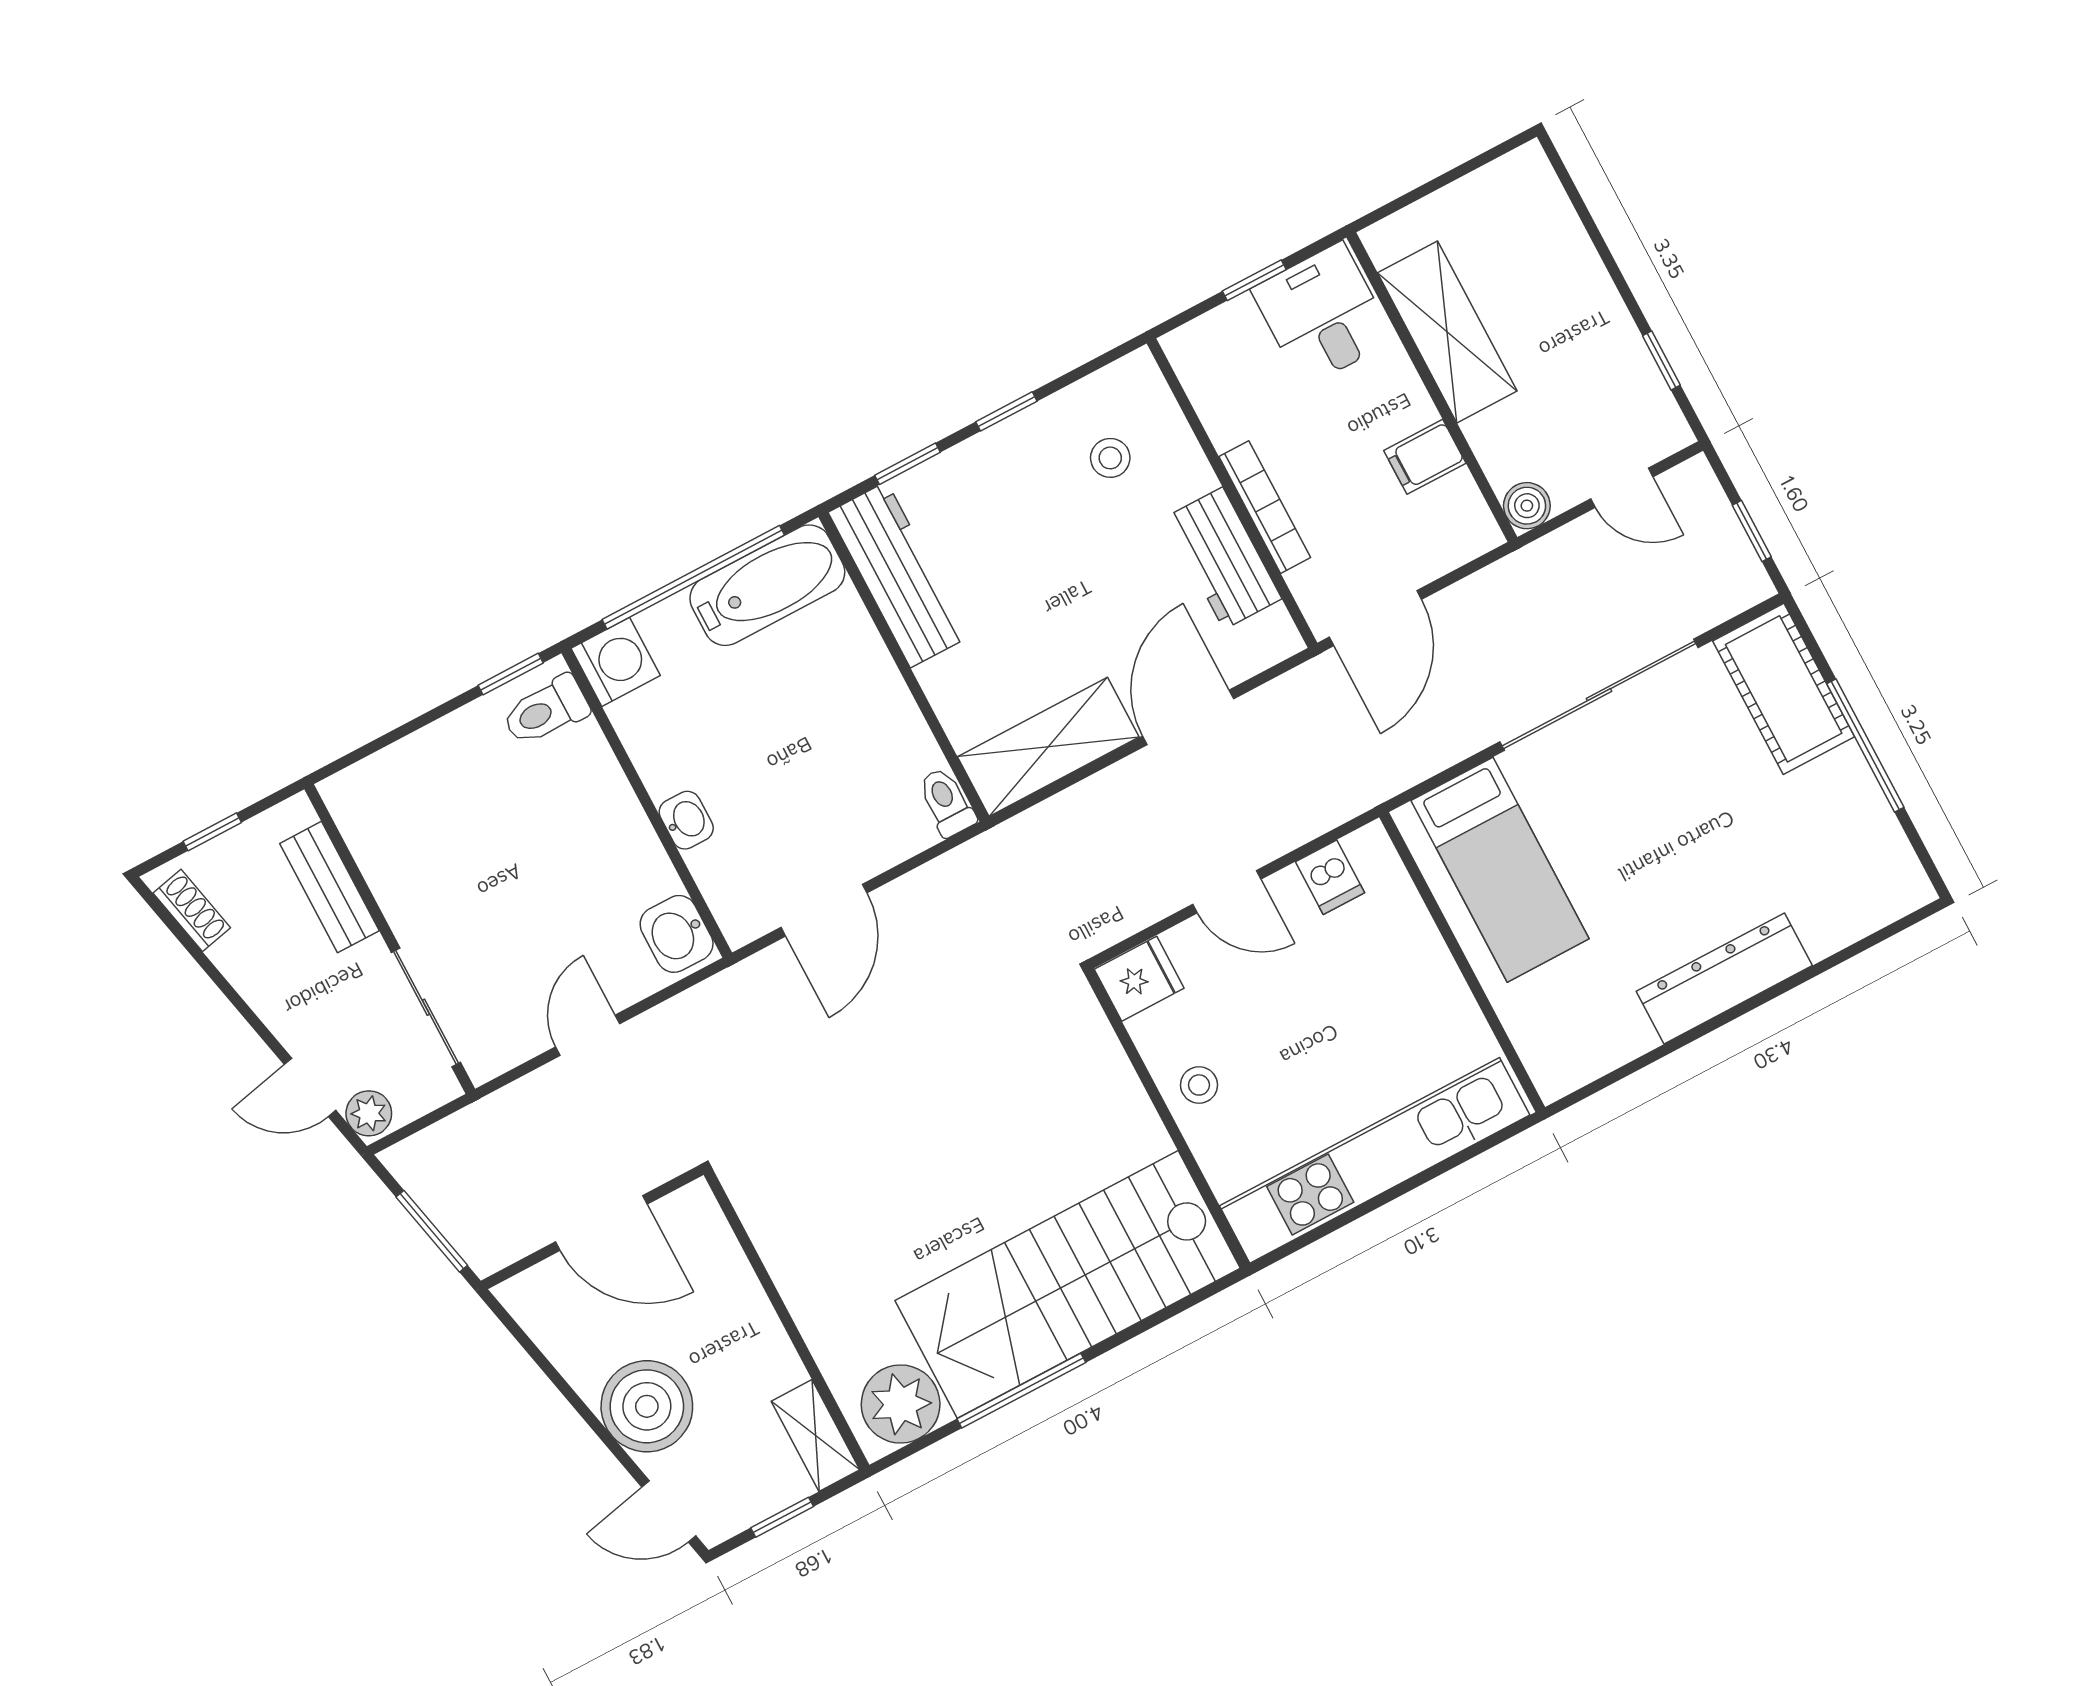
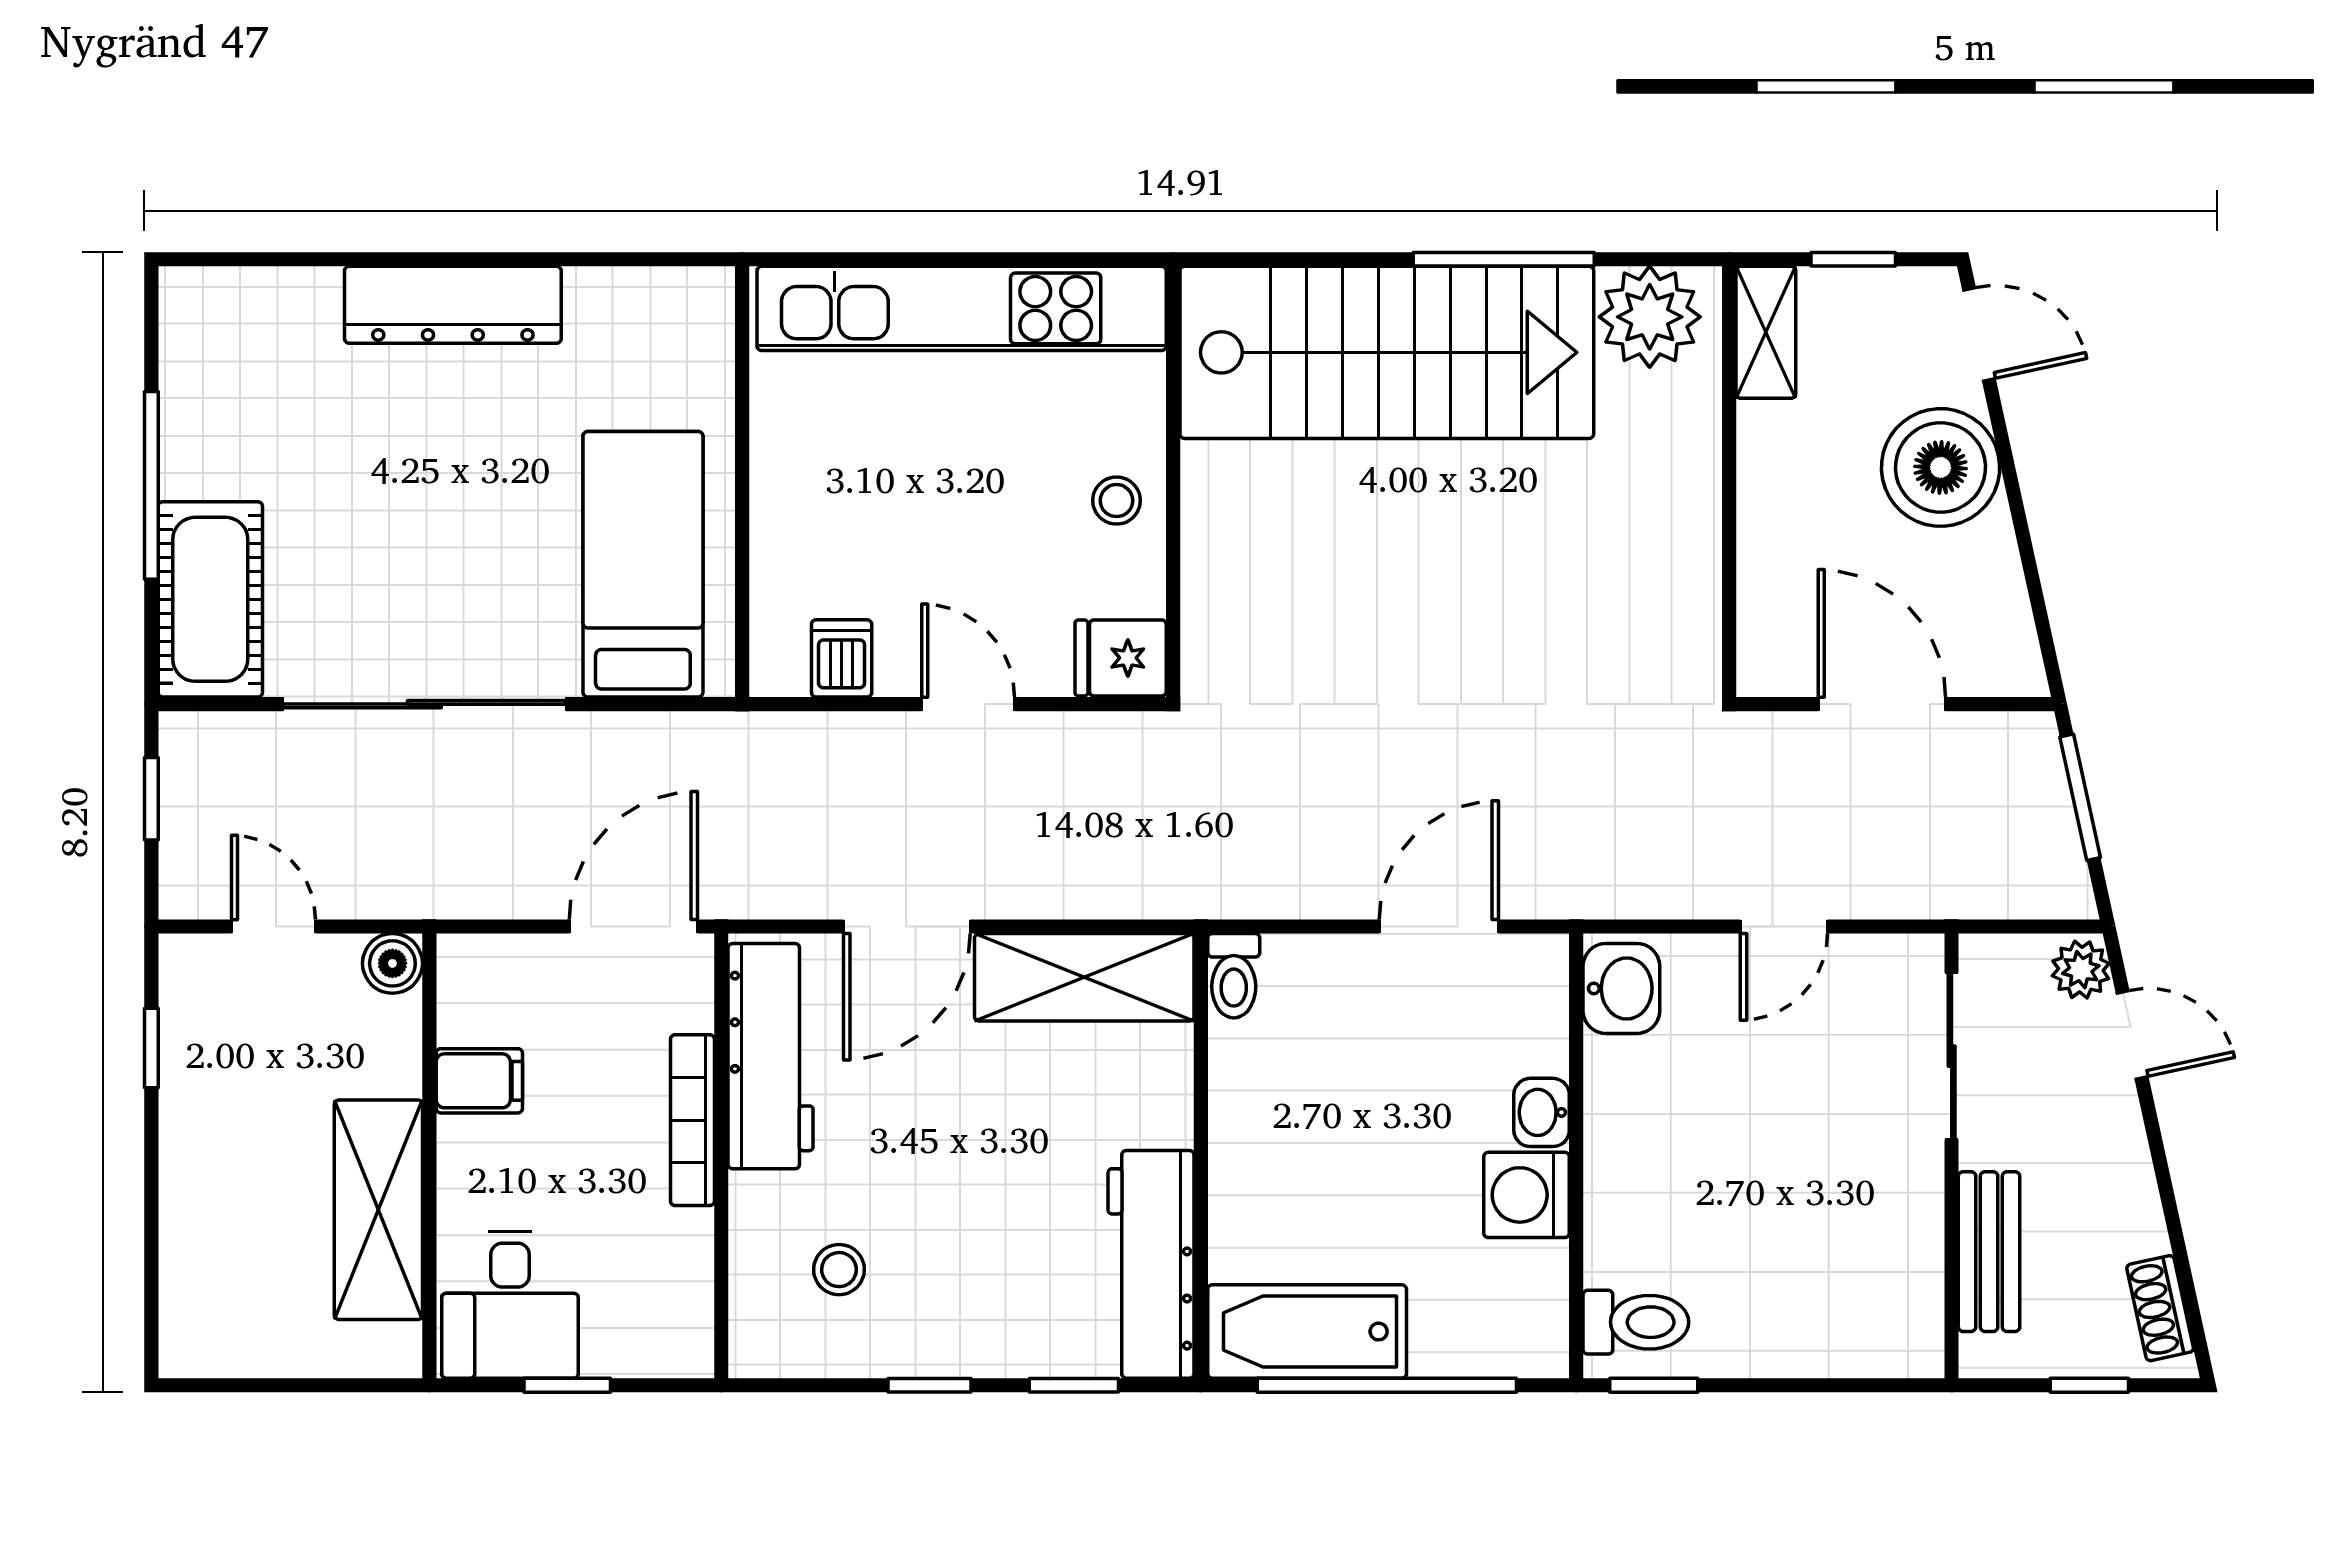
workbench: (1223, 558) -> (771, 1056), width x1.37
washing machine: (616, 662) -> (1527, 1195), moved

